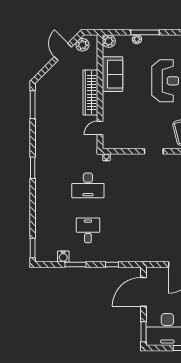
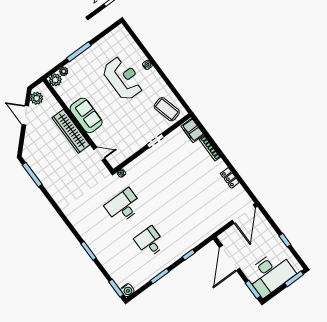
plant: (137, 39) -> (64, 71), moved
sofa: (112, 74) -> (86, 115), moved
door: (100, 128) -> (99, 154), swing flipped
window: (33, 168) -> (89, 251), moved
desk: (88, 185) -> (123, 206), turned 180
water cooler: (63, 256) -> (127, 290), moved

